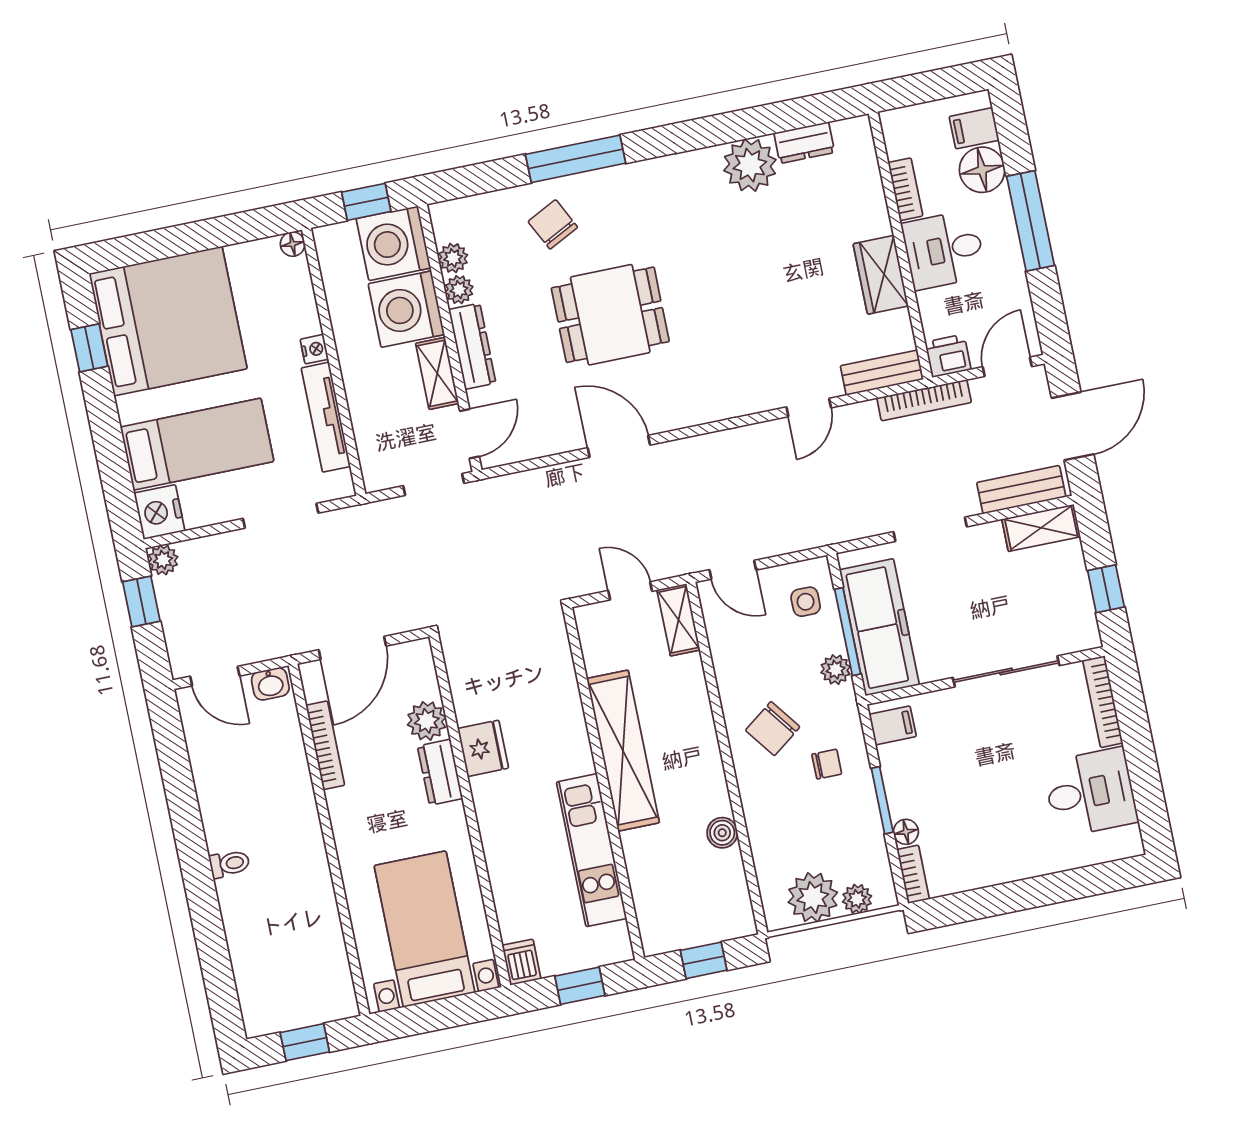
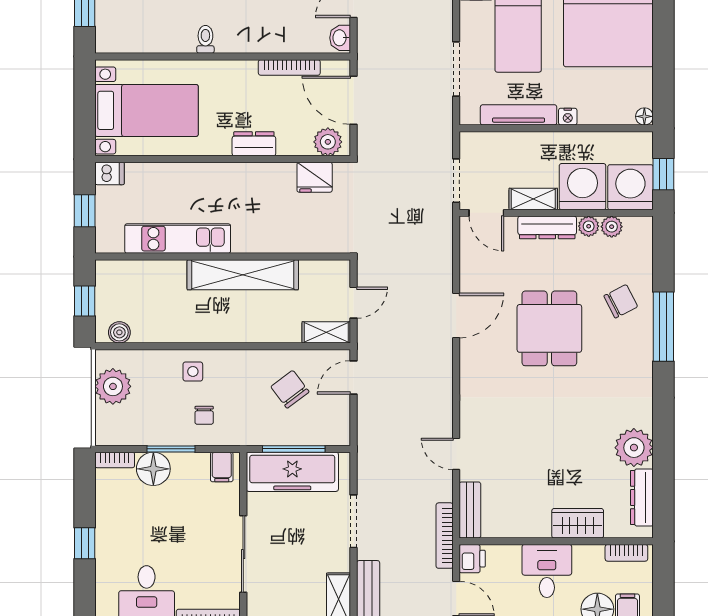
dresser: (804, 143) -> (642, 497), width x1.44
bookcase: (905, 189) -> (626, 553), moved
wardrobe: (881, 275) -> (578, 523), moved
side table: (806, 602) -> (193, 371), moved
plant: (836, 670) -> (269, 435), removed
plant: (427, 721) -> (328, 142), moved
chair: (773, 729) -> (290, 389), moved
fridge: (483, 748) -> (315, 177), moved
floor lamp: (906, 832) -> (153, 469), width x1.89, depth x1.89
boiler: (722, 833) -> (119, 332), moved
toilet: (310, 868) -> (205, 39), added
window: (1036, 892) -> (85, 543), added
plant: (857, 899) -> (106, 417), removed

